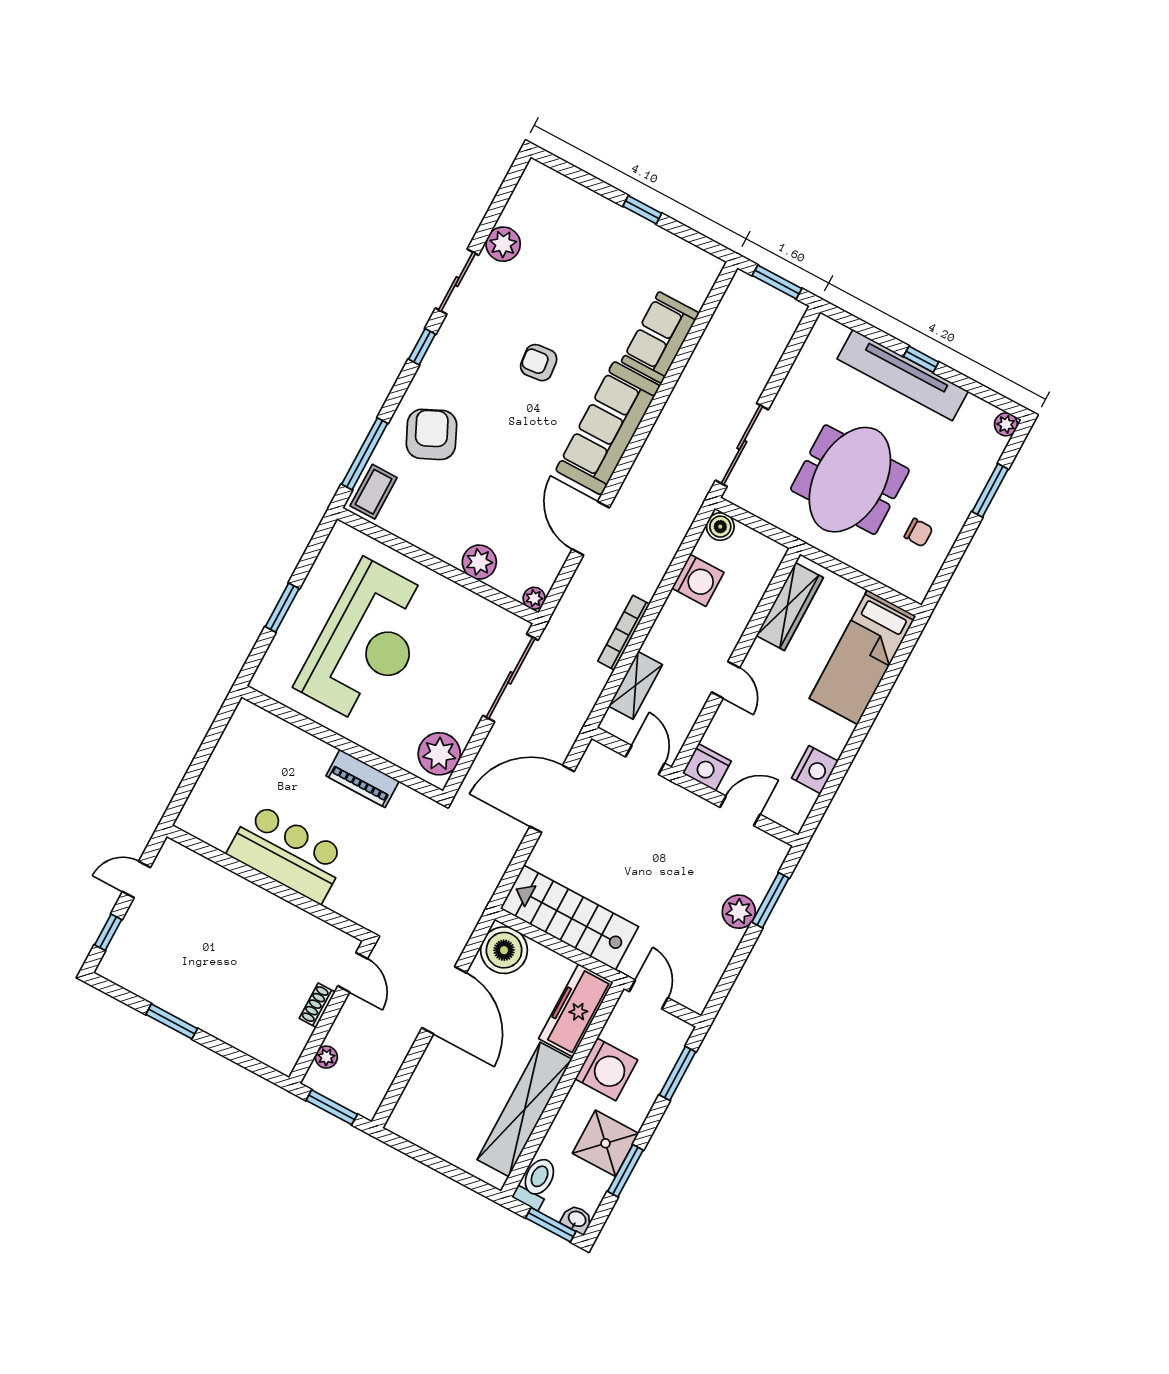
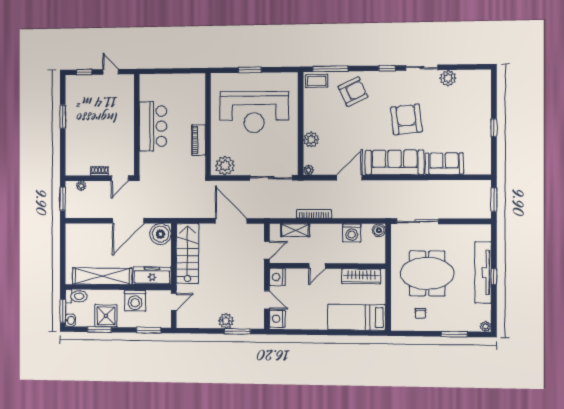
armchair: (539, 363) -> (406, 119), width x1.88, depth x1.88
nightstand: (815, 770) -> (277, 319), moved, turned 90

